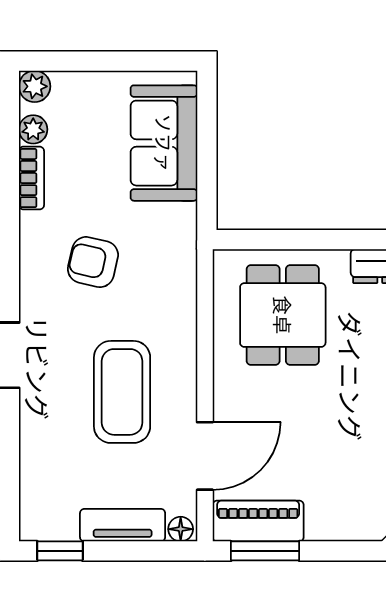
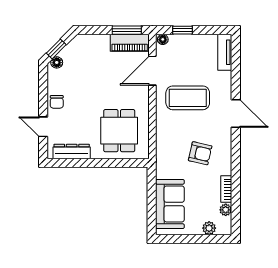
plant: (35, 86) -> (209, 228), moved
coffee table: (122, 392) -> (188, 98), turned 90
tv unit: (123, 525) -> (225, 52), moved, turned 90
window: (60, 551) -> (183, 30), moved

